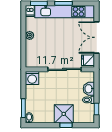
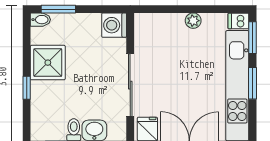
shower: (64, 114) -> (48, 63), moved

